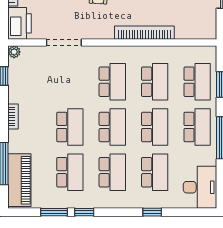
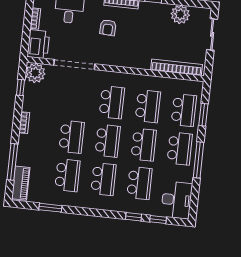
bookcase: (144, 33) -> (177, 67), moved
doorway: (64, 43) -> (74, 65), width x1.36
plant: (14, 52) -> (35, 73), width x1.88, depth x1.88
piano: (19, 180) -> (21, 183), width x0.73, depth x0.75
window: (84, 212) -> (158, 219), moved

